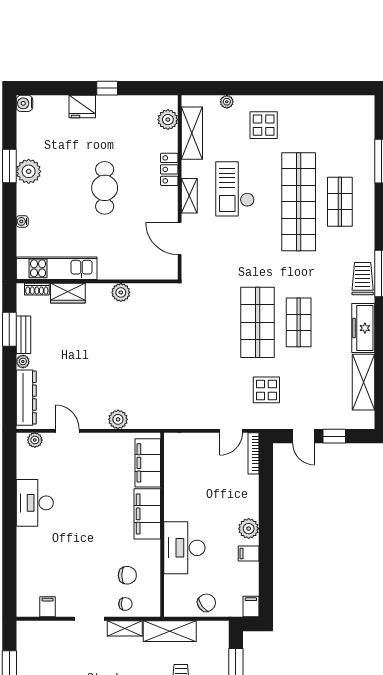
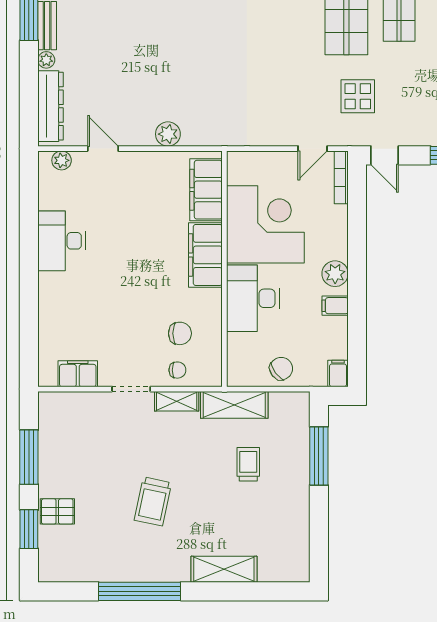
door: (303, 436) -> (385, 155), moved
corner desk: (194, 490) -> (265, 224), added
filing cabinet: (48, 607) -> (78, 374), width x2.00

